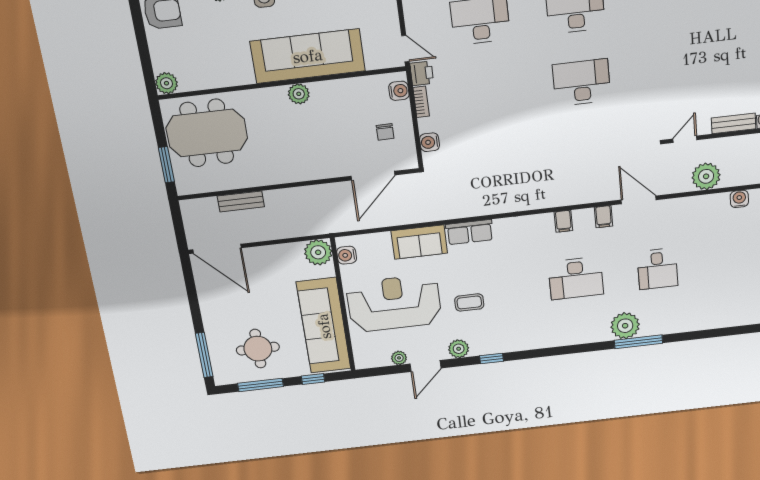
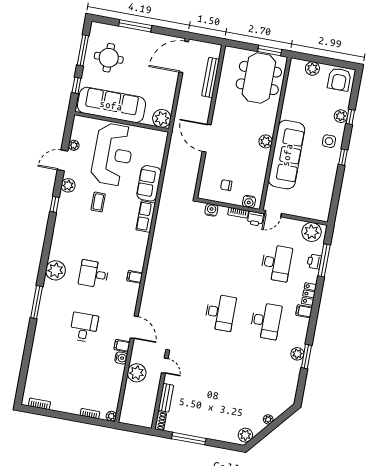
plant: (166, 83) -> (312, 68), moved
window: (166, 165) -> (270, 51), moved
door: (373, 176) -> (207, 138), moved
water cooler: (739, 199) -> (121, 358), moved
door: (639, 200) -> (134, 327), hinge flipped
bench: (241, 201) -> (211, 77), width x1.36
filing cabinet: (604, 217) -> (122, 346), moved
water cooler: (347, 255) -> (154, 135), removed
desk: (658, 269) -> (84, 327), turned 90
desk: (576, 278) -> (94, 274), width x0.73
plant: (625, 326) -> (55, 270), moved
window: (204, 355) -> (135, 26), moved
door: (425, 366) -> (63, 160), hinge flipped

